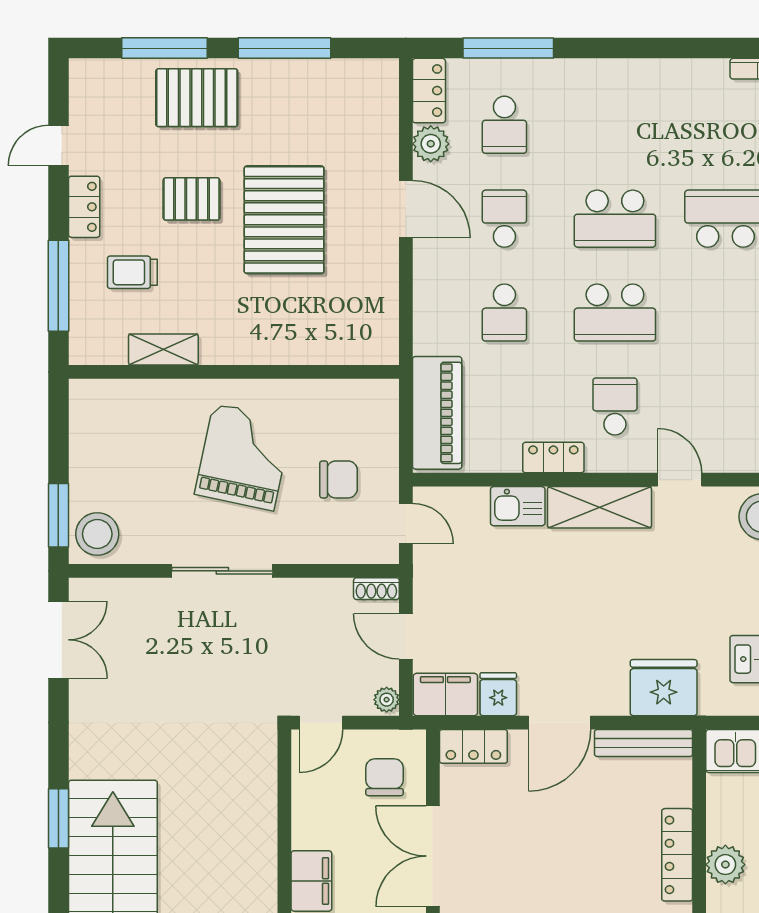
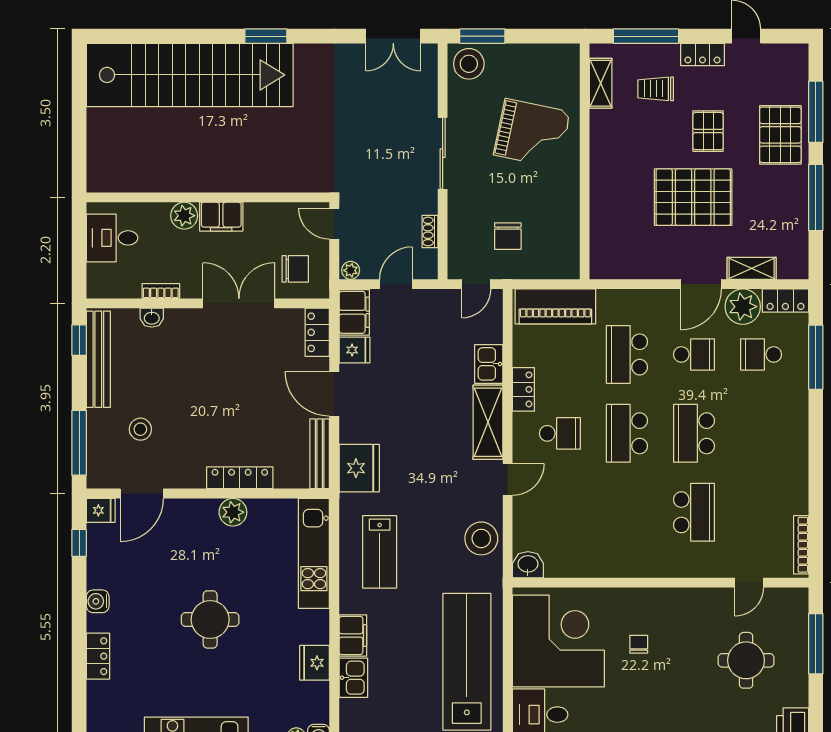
shelving: (384, 138) -> (752, 268), added
plant: (431, 144) -> (743, 307), width x1.36, depth x1.36
trolley: (132, 272) -> (656, 89), turned -90
school desk: (504, 313) -> (627, 354), width x1.85
shelving: (163, 349) -> (601, 83), moved
grand piano: (244, 457) -> (532, 133), moved
shoe rack: (376, 589) -> (430, 231), moved

